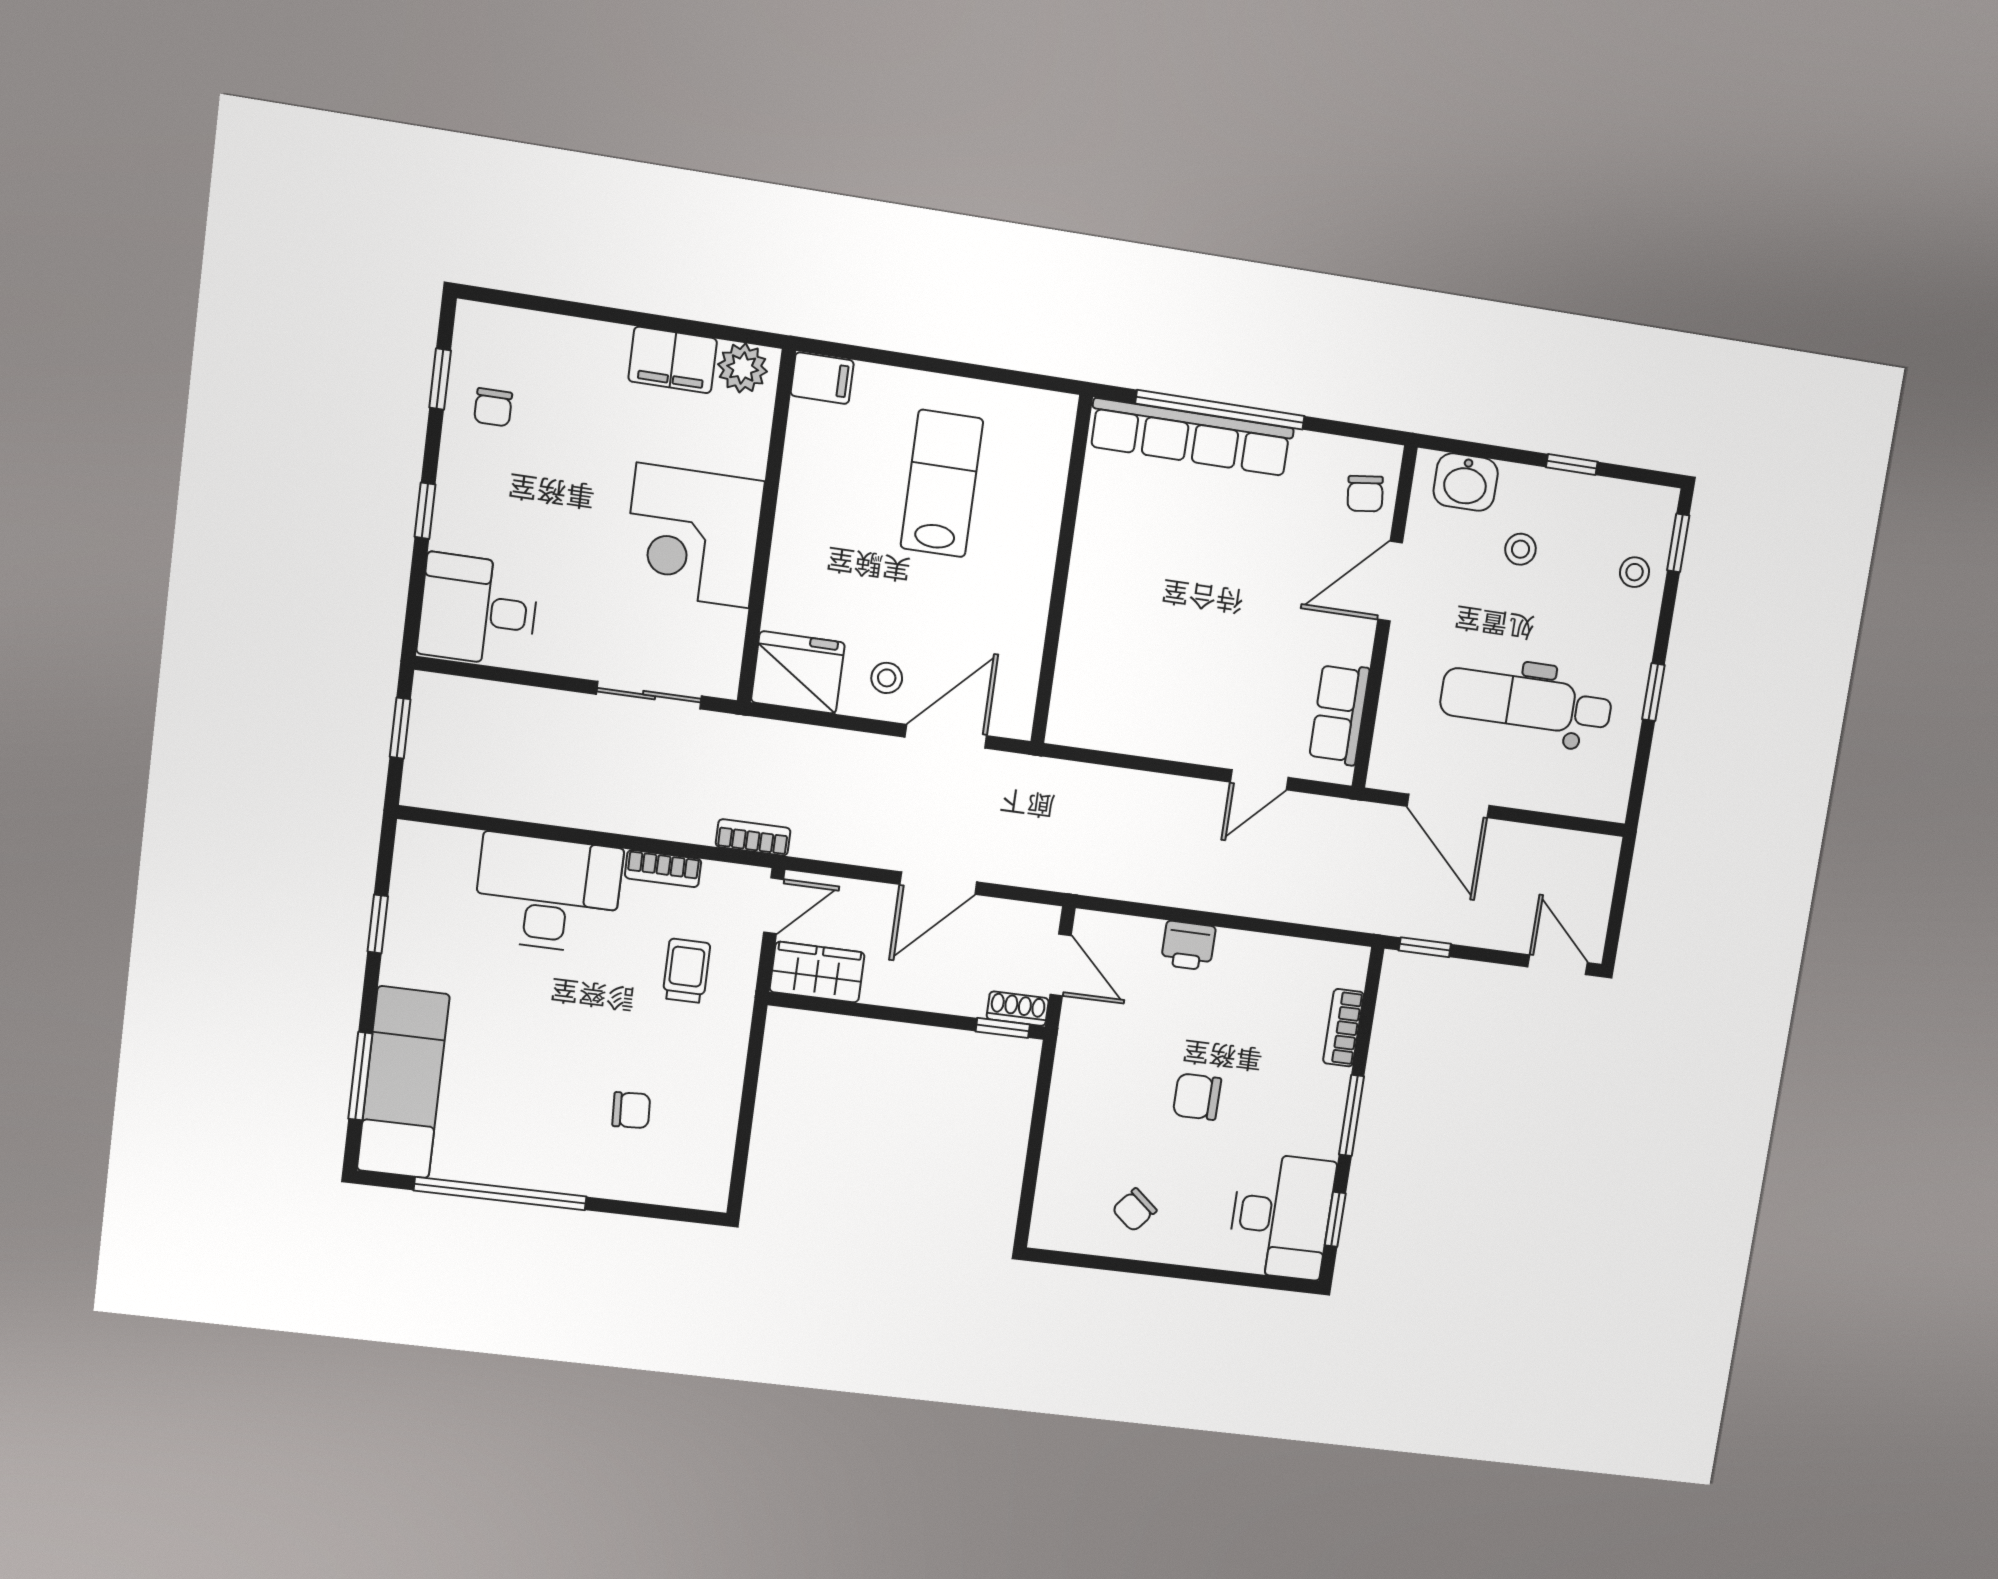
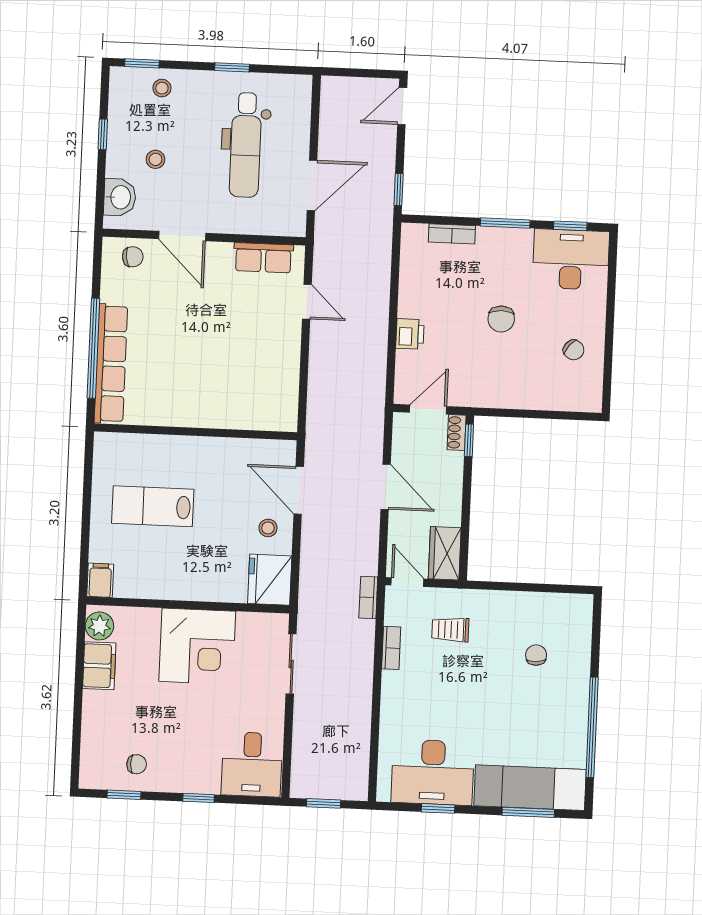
desk: (548, 893) -> (433, 772), moved, turned -90

